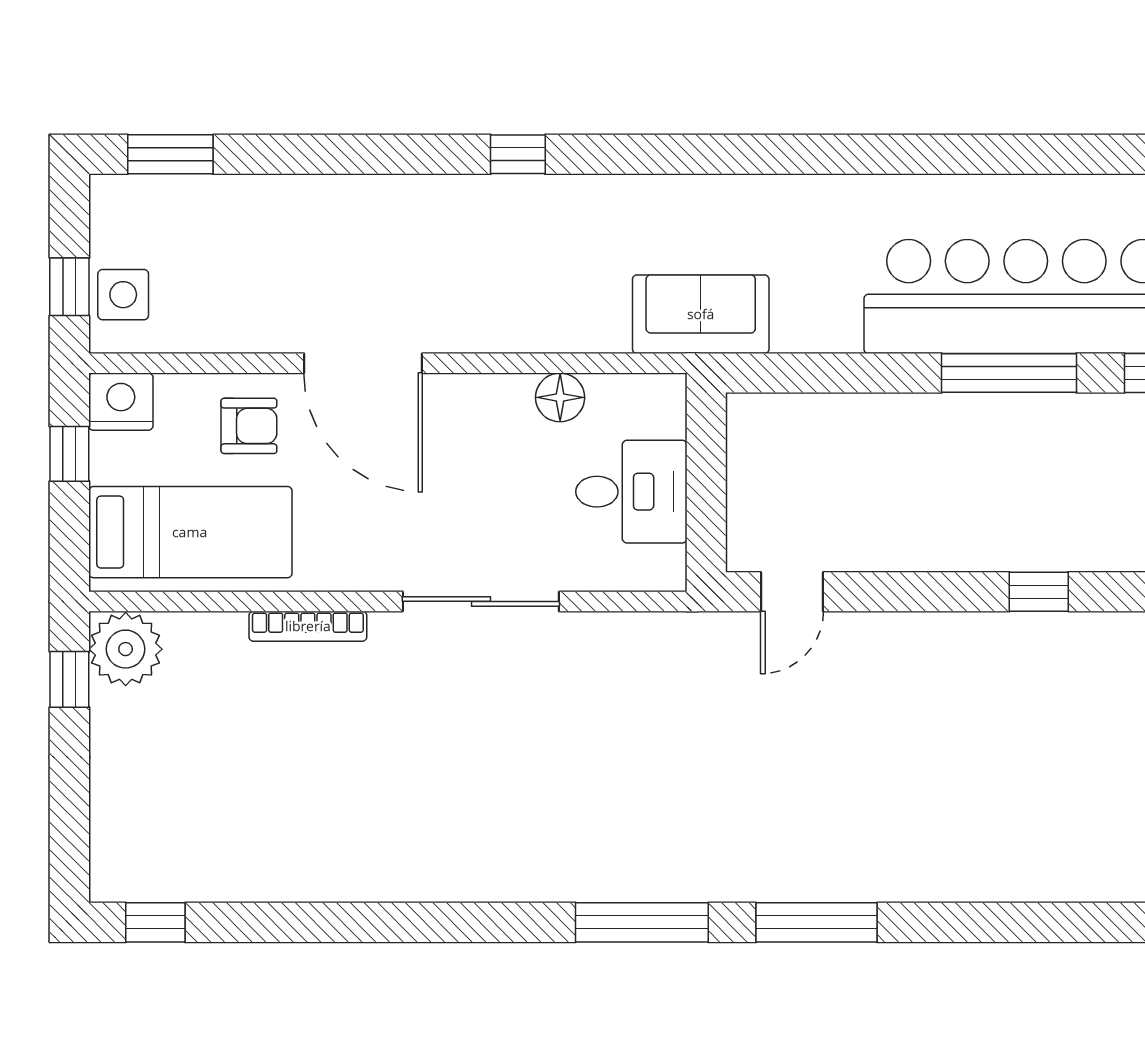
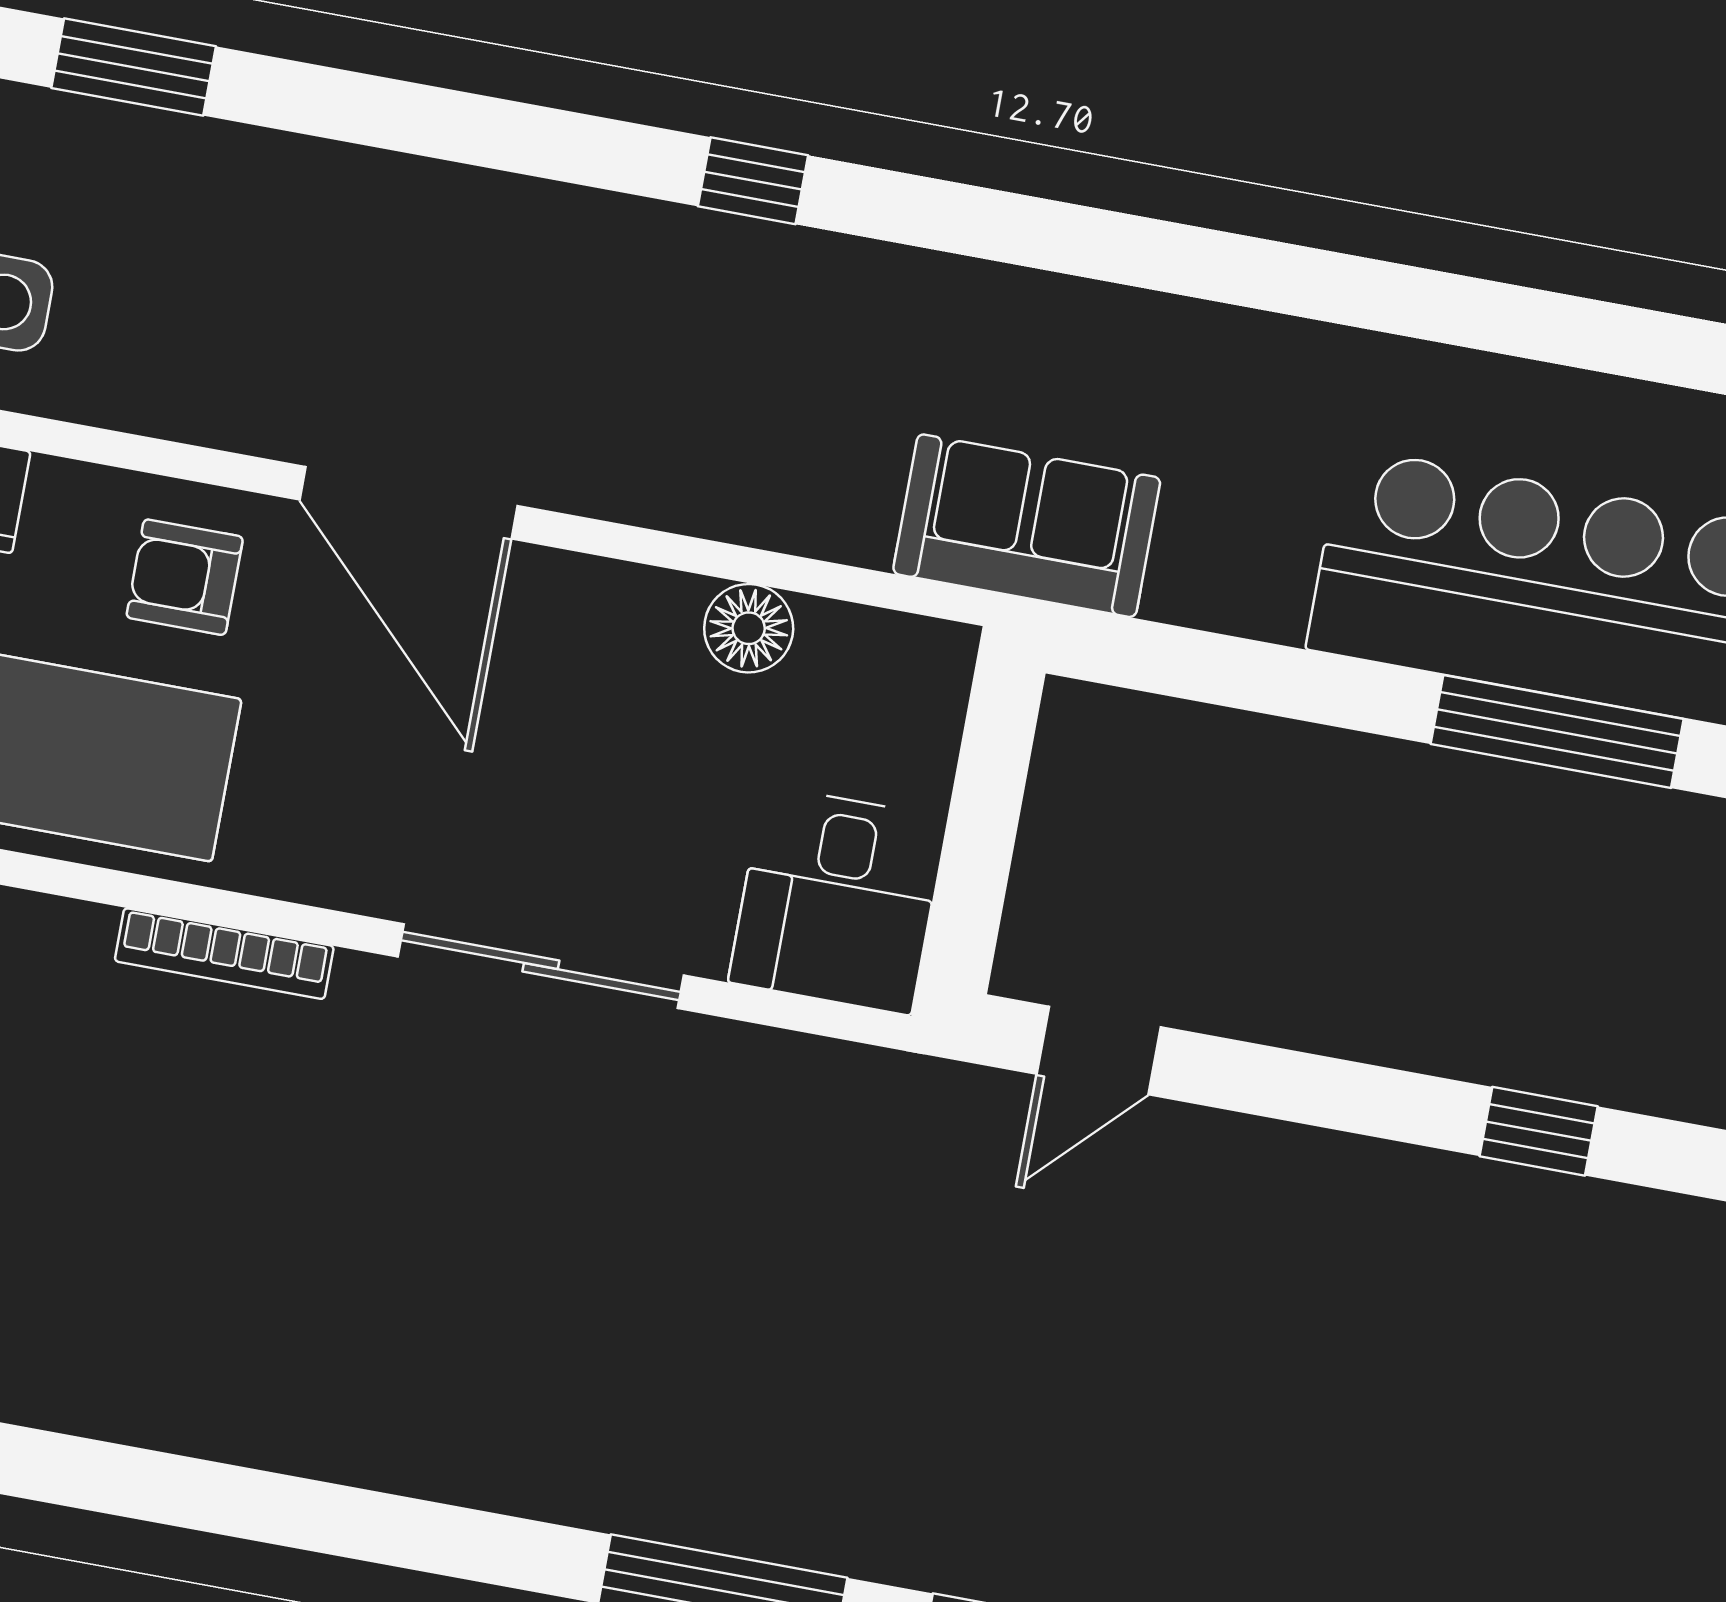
armchair: (249, 426) -> (185, 577), turned 180
desk: (631, 492) -> (837, 900), moved, turned 90

